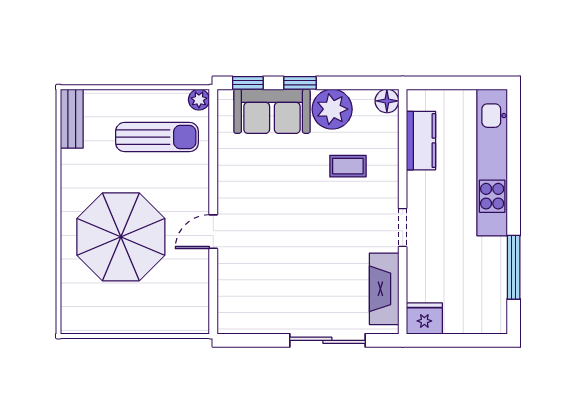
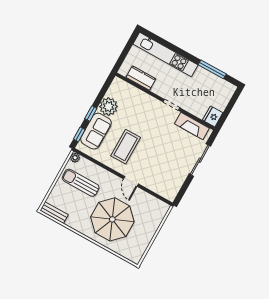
floor lamp: (387, 101) -> (117, 83), removed
sun lounger: (157, 137) -> (81, 183), turned -90
coffee table: (348, 166) -> (126, 147), moved, width x1.86, depth x1.72

